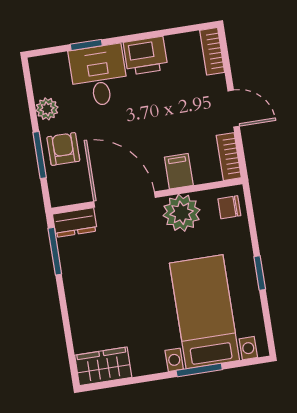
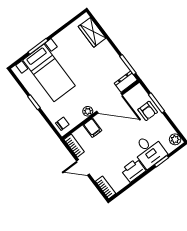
plant: (47, 109) -> (175, 139), moved
plant: (182, 213) -> (88, 111), width x0.53, depth x0.53
wardrobe: (103, 366) -> (92, 32), moved, turned 90

